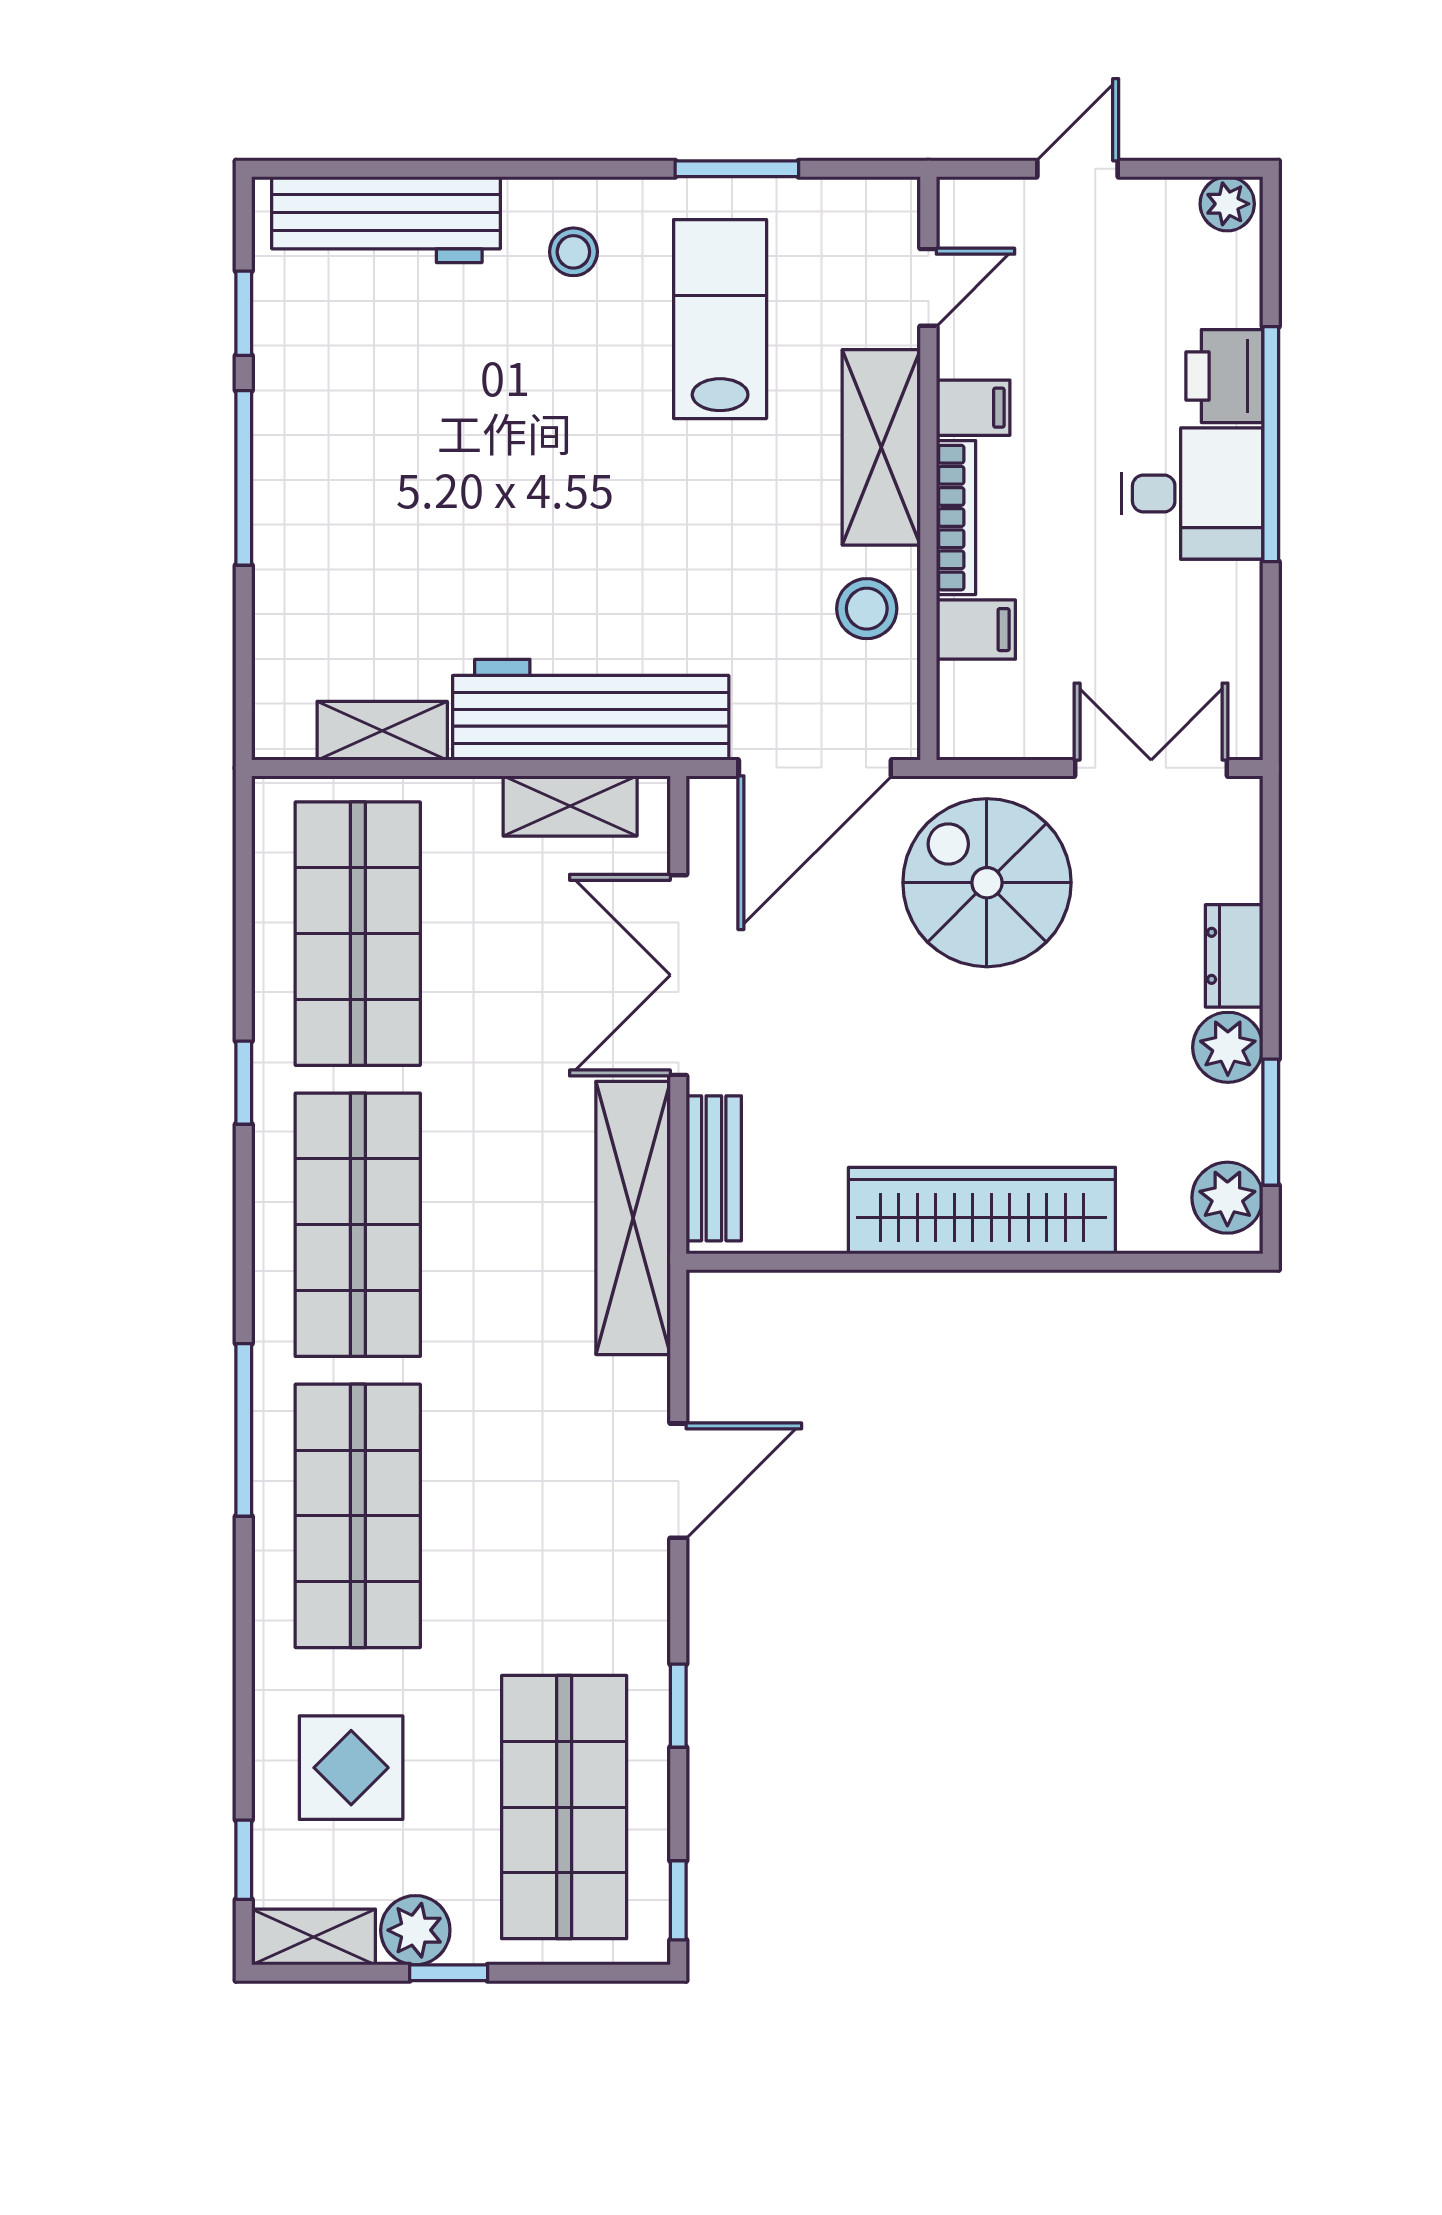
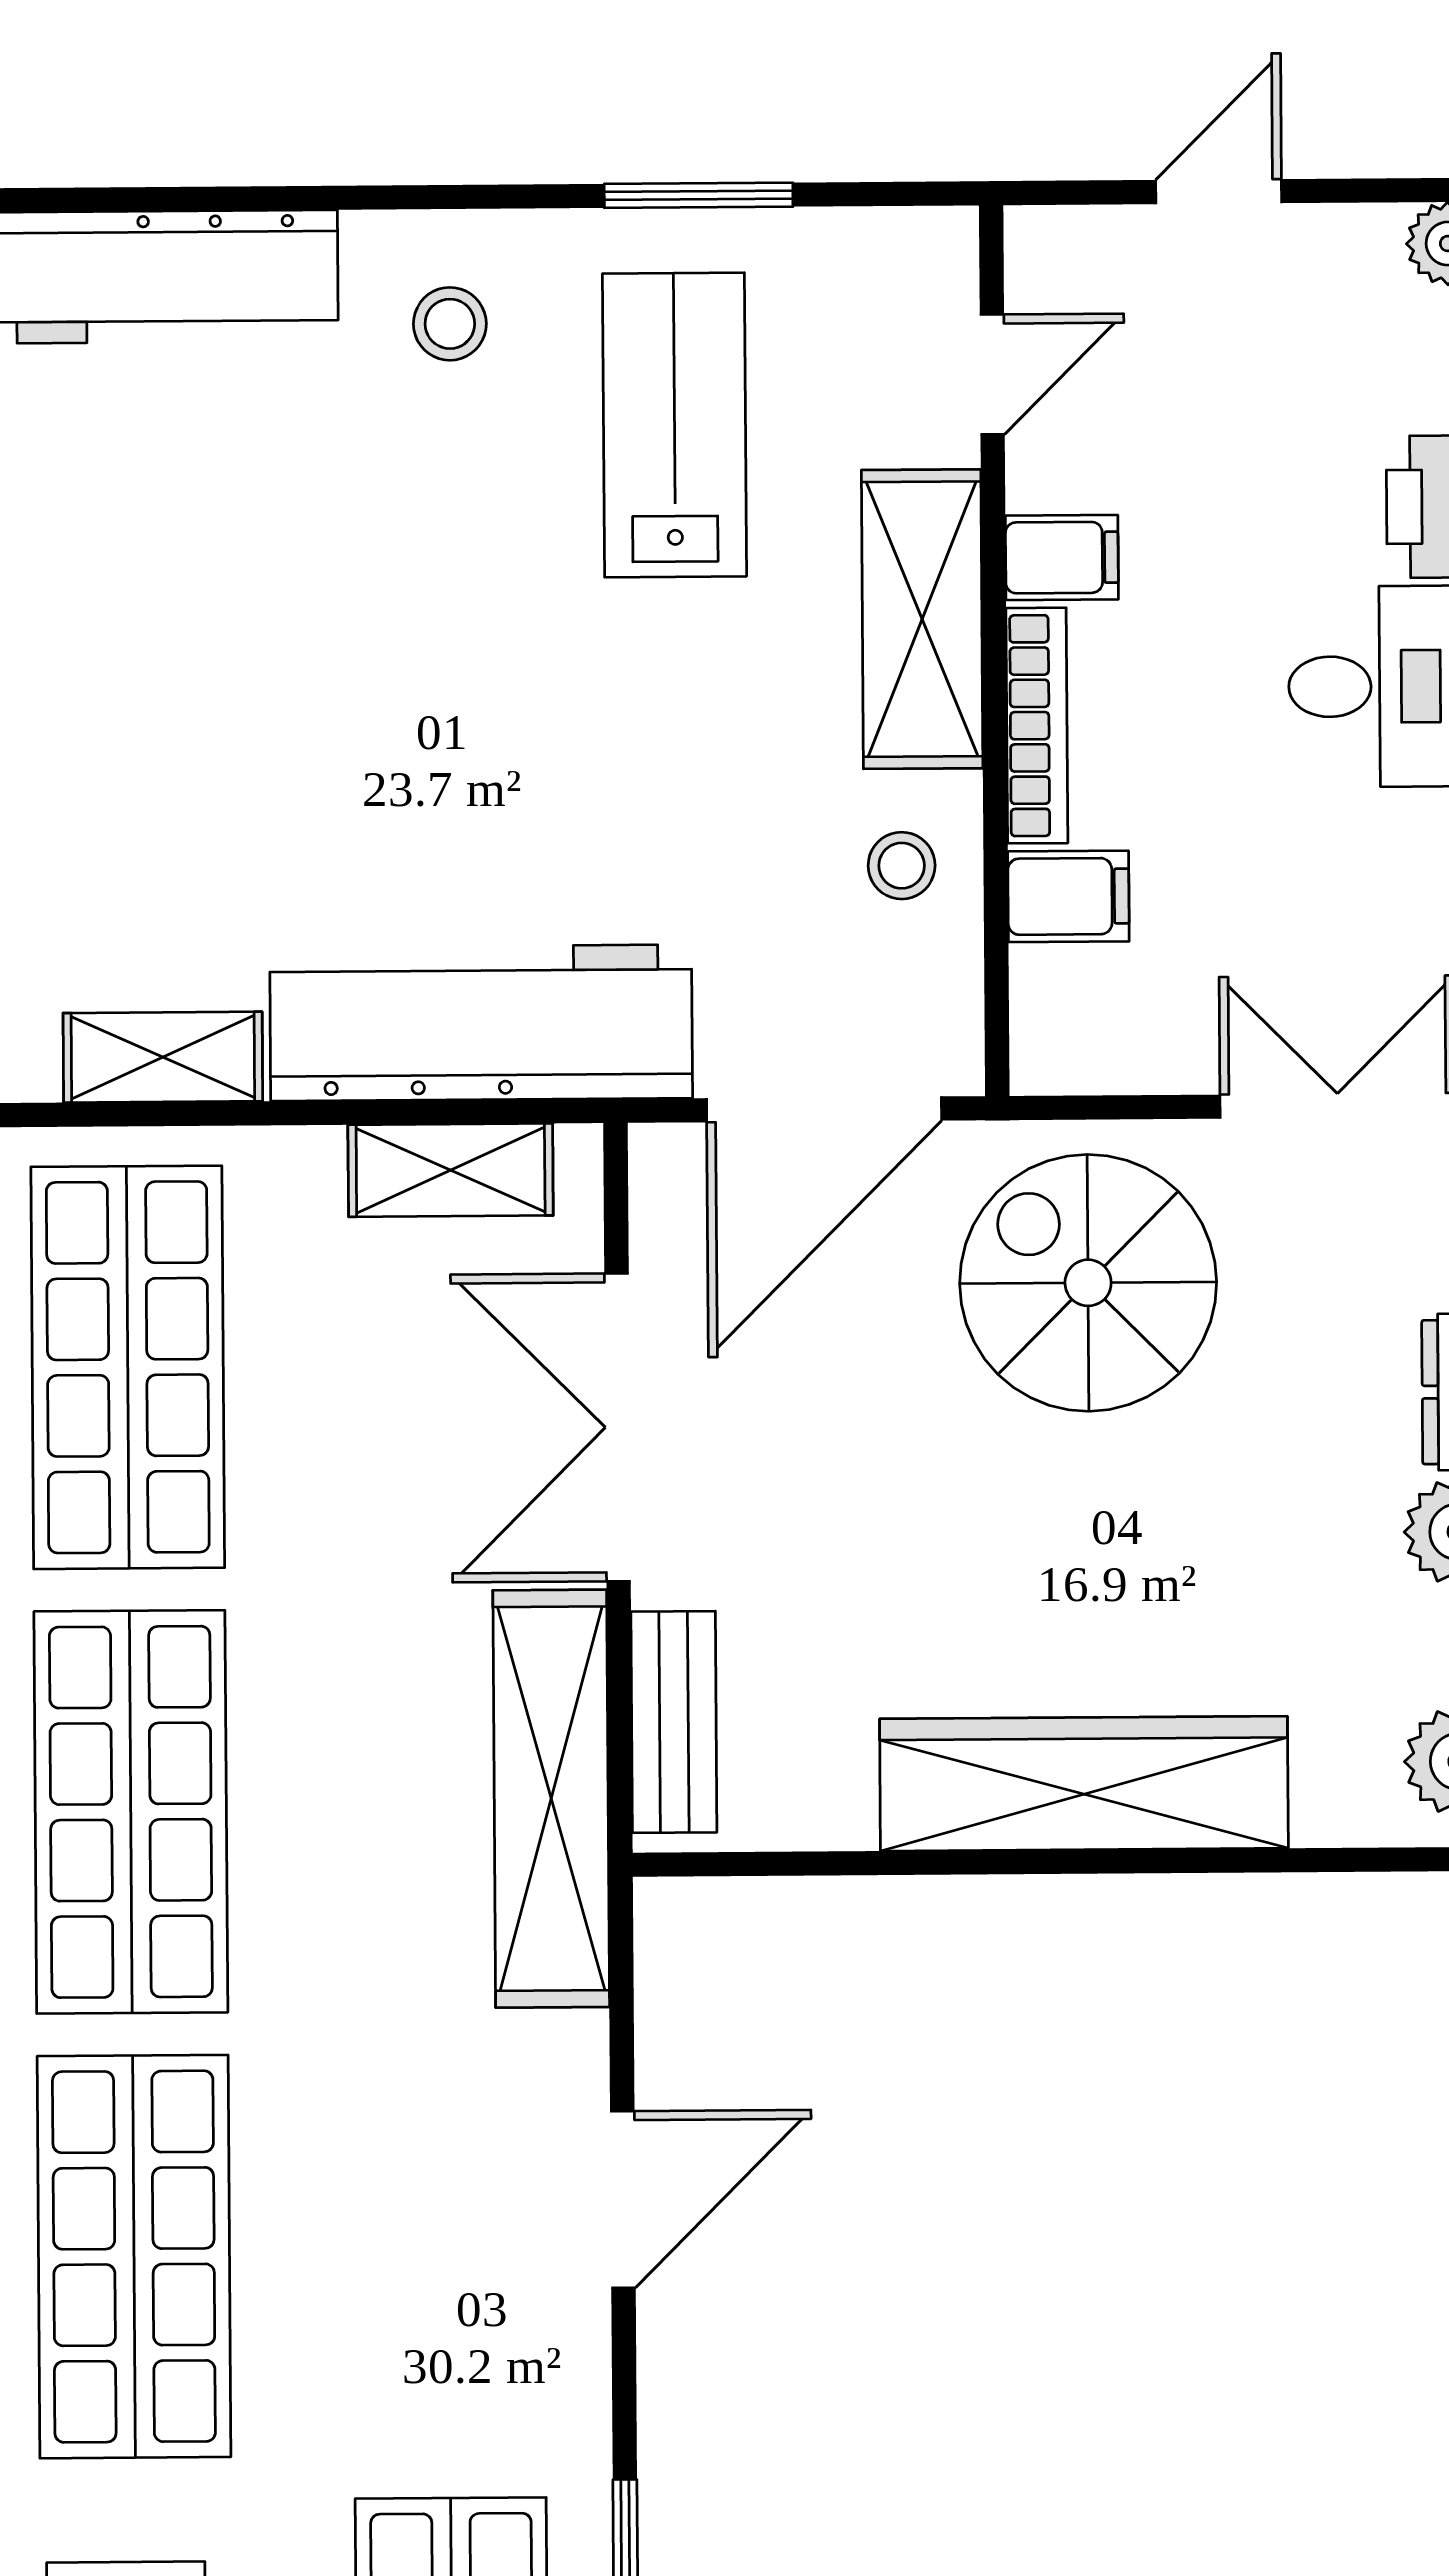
stool: (867, 609) -> (902, 866), width x0.73, depth x0.73

